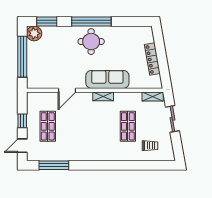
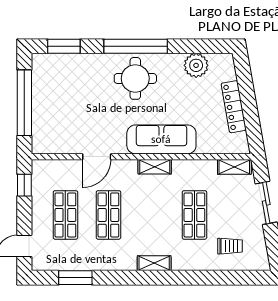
plant: (34, 33) -> (196, 65), moved
window: (22, 121) -> (24, 185), moved
shop shelf: (74, 126) -> (108, 215), added
shelving: (103, 156) -> (154, 263), added
window: (54, 165) -> (75, 278), width x0.69

